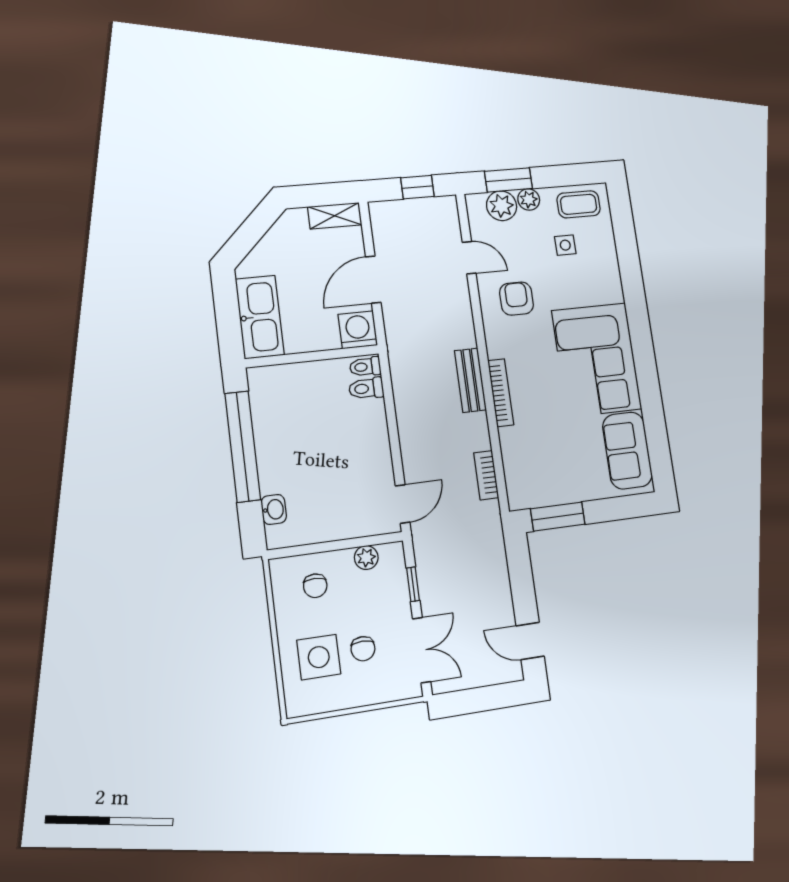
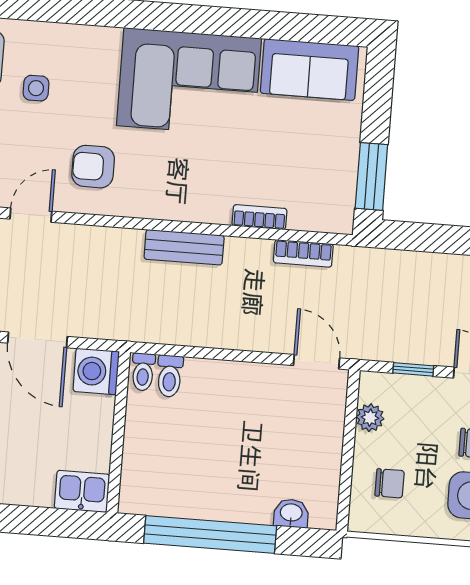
kitchen sink: (260, 317) -> (82, 491), width x0.53, depth x0.81
bookcase: (501, 393) -> (259, 217), moved, width x0.64

